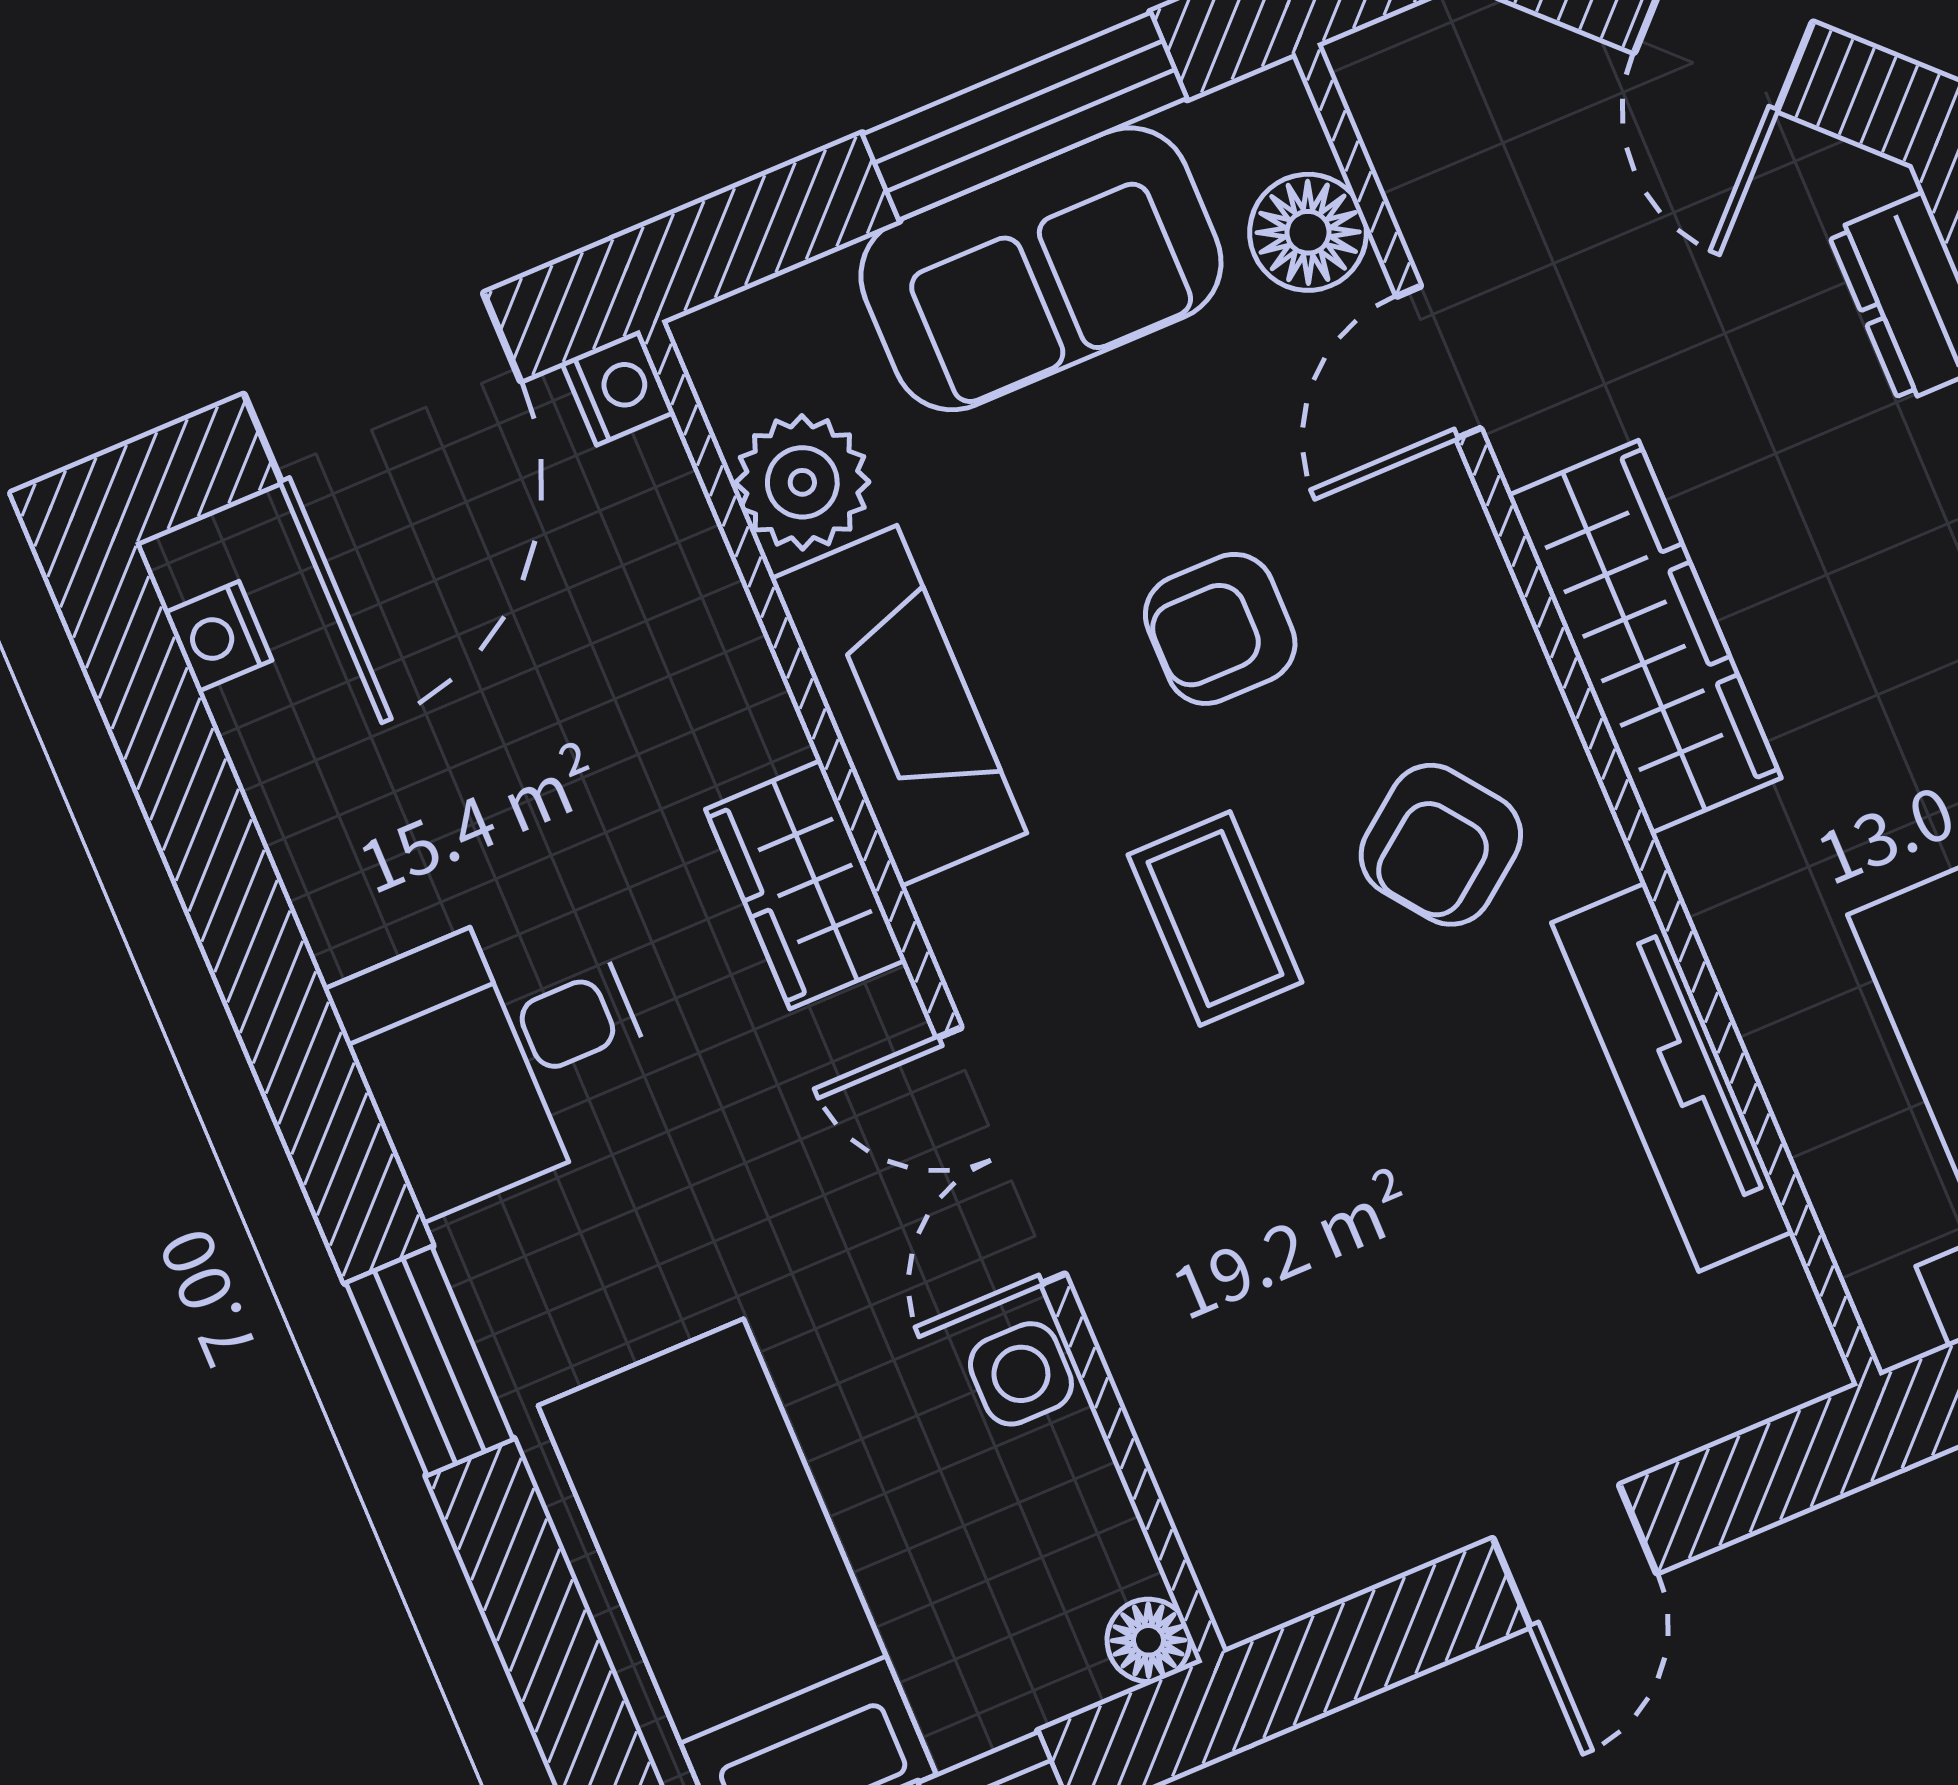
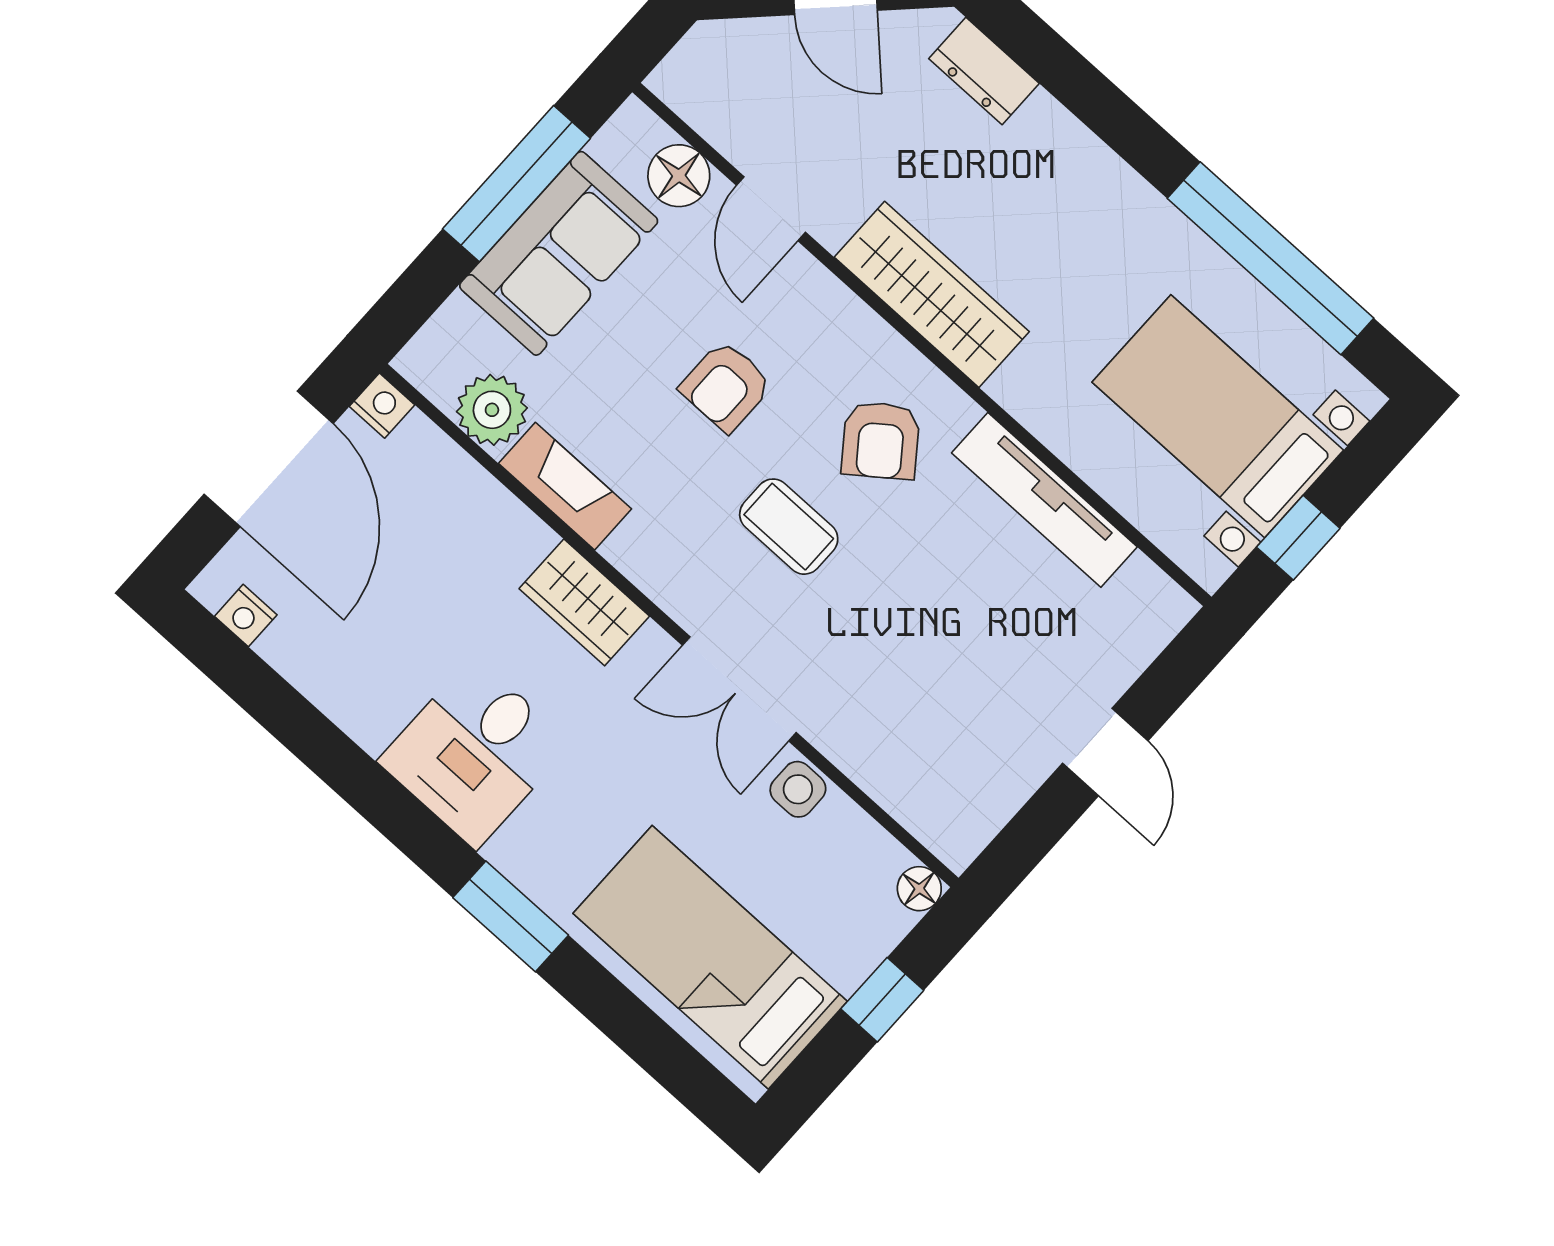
fireplace: (899, 706) -> (565, 486), width x0.73, depth x0.76

